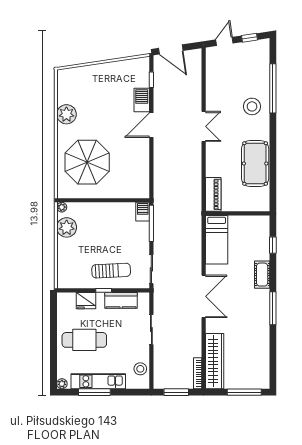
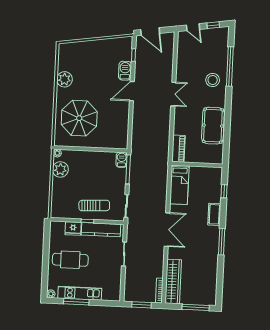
door: (224, 41) -> (193, 27), swing flipped
kitchen counter: (121, 300) -> (101, 230), width x1.50
stool: (140, 369) -> (114, 285), removed

